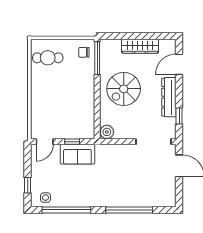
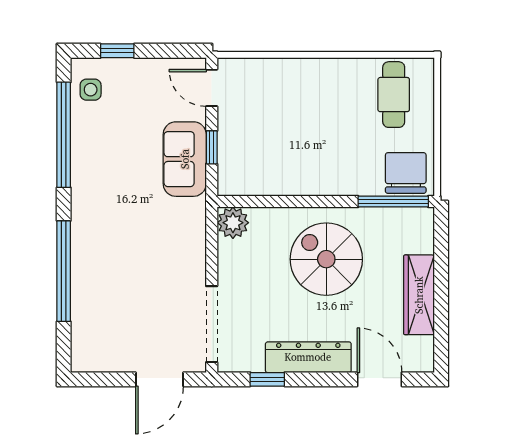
chair: (84, 52) -> (406, 173), width x1.87, depth x1.87

